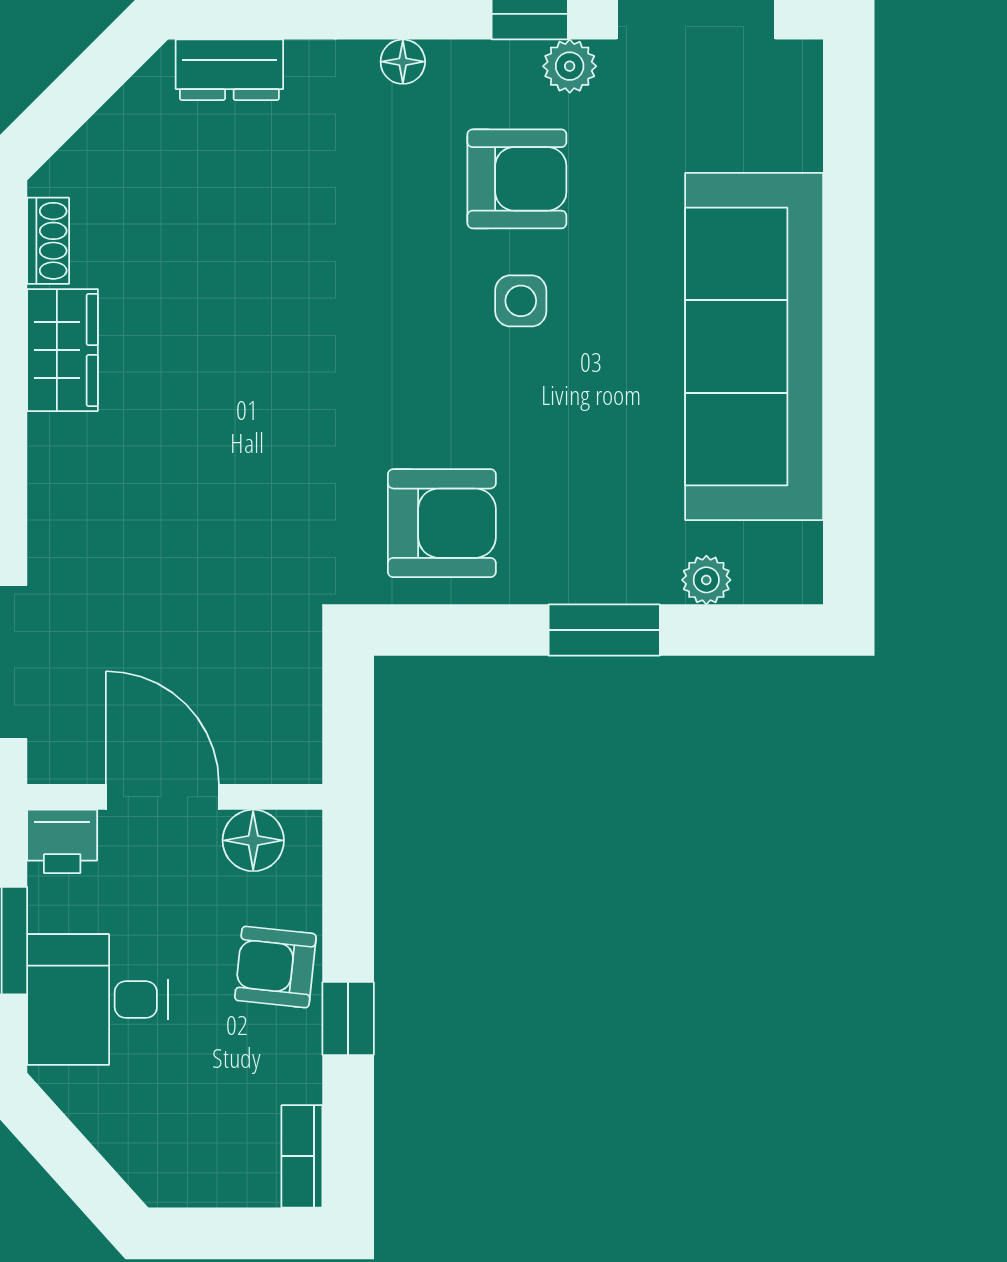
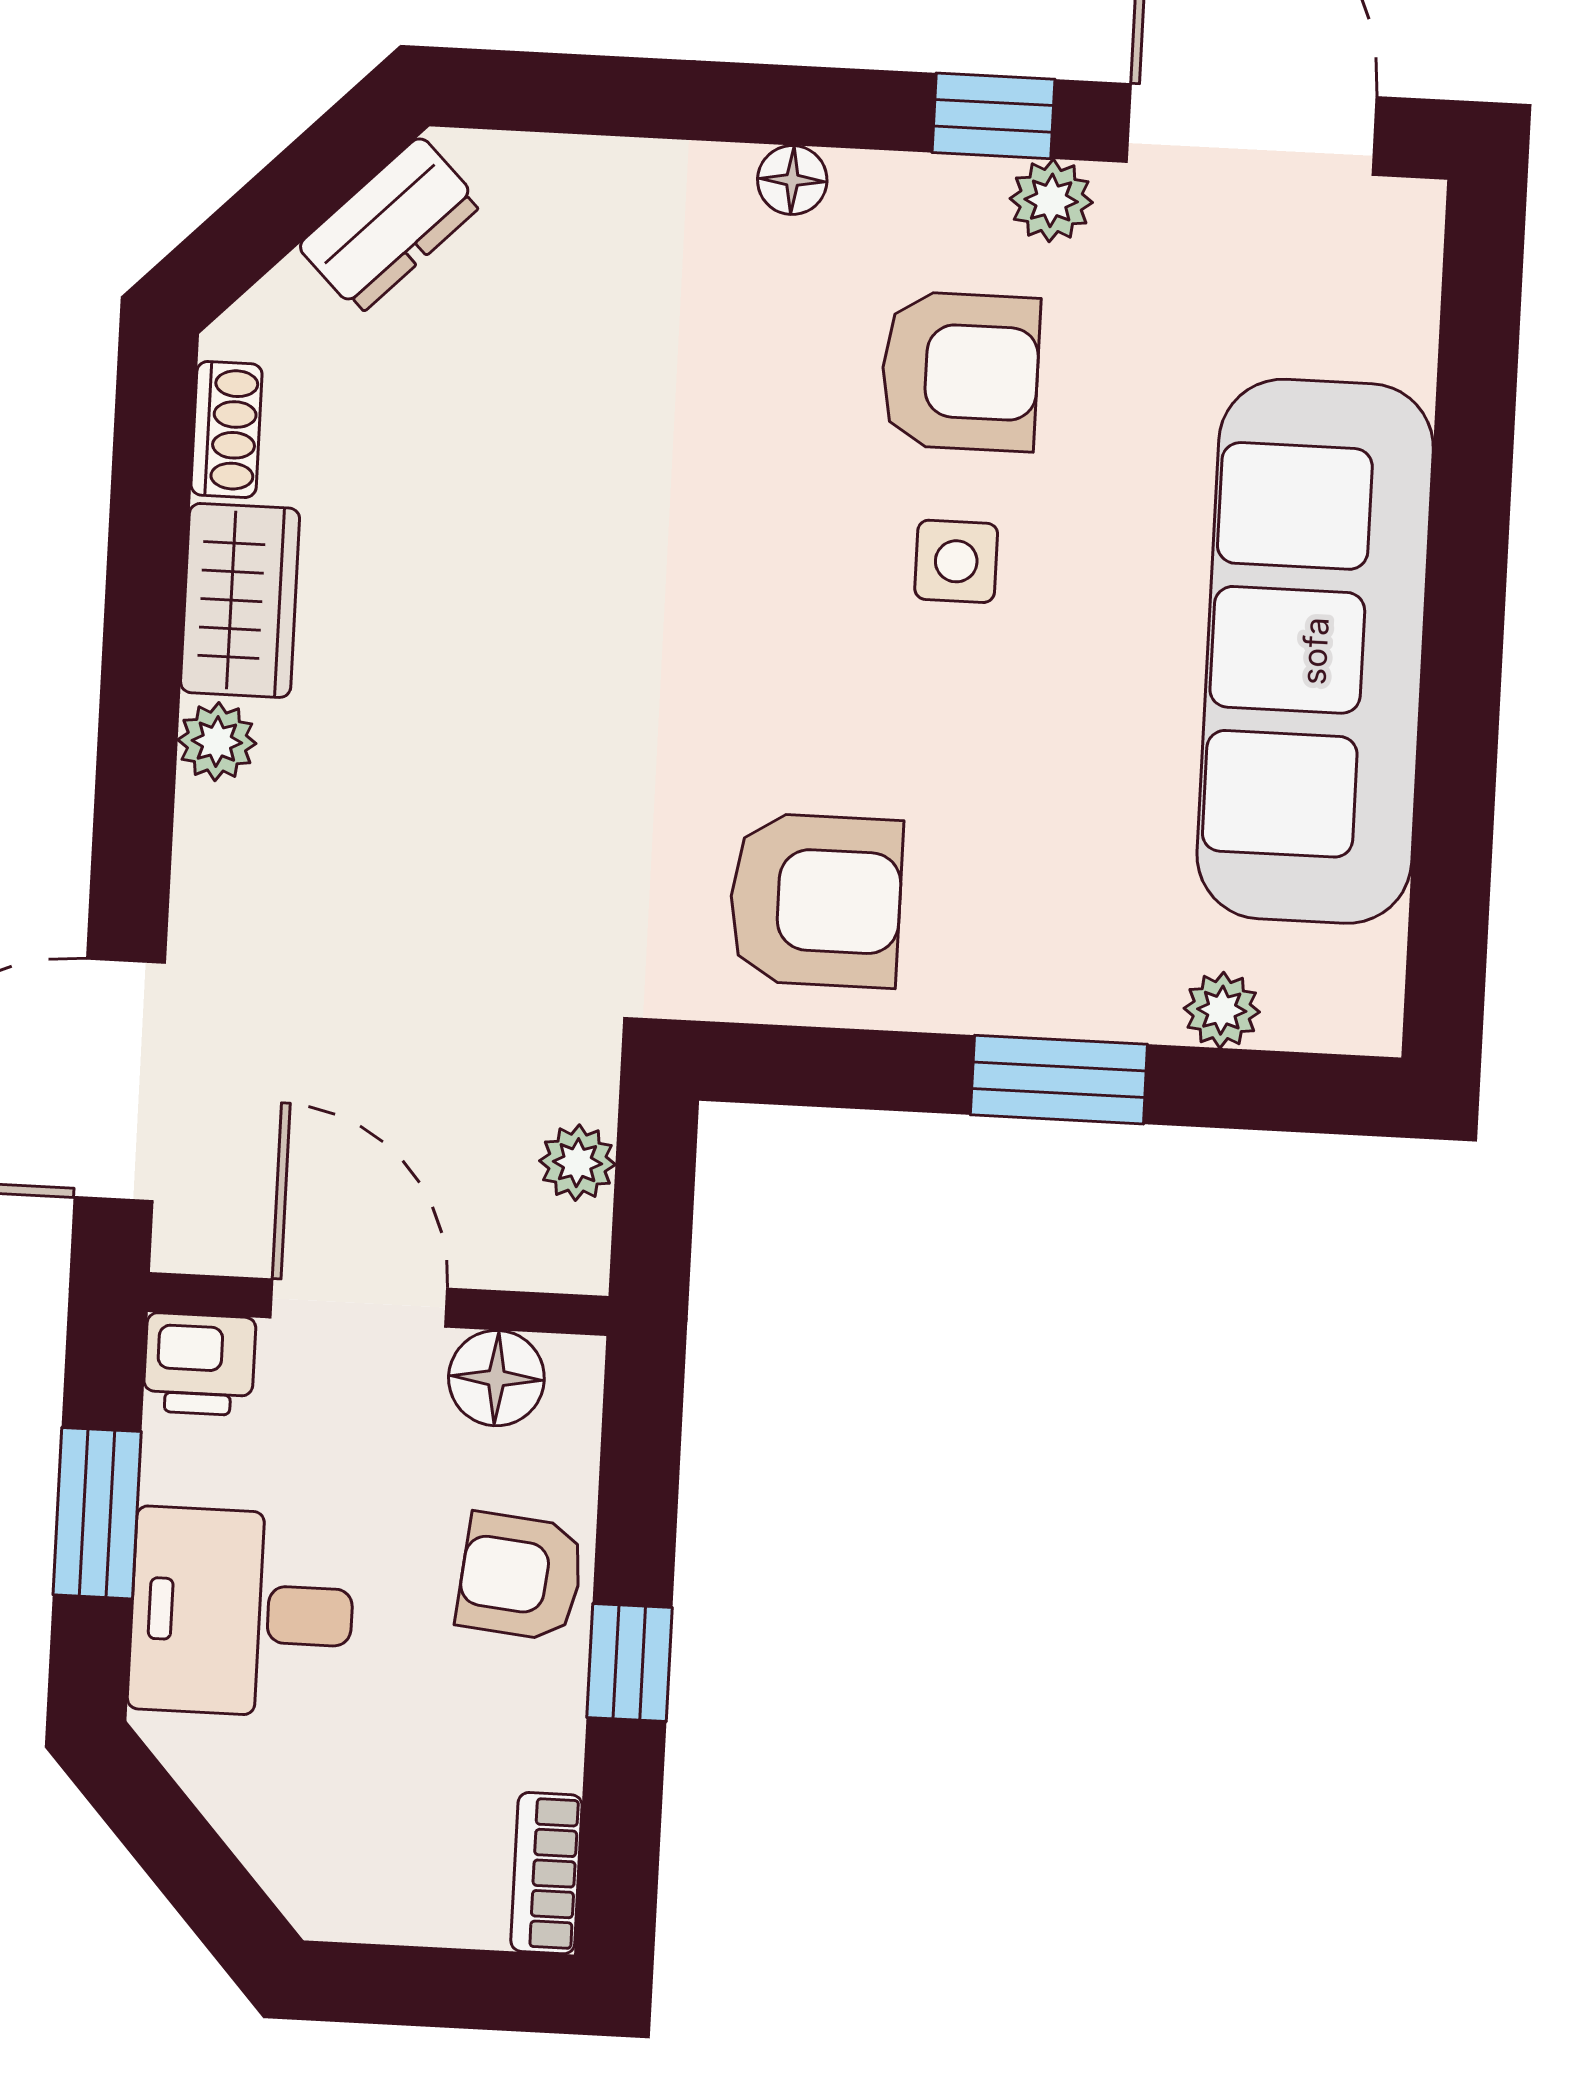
dresser: (229, 70) -> (390, 225), moved, turned -45
plant: (52, 441) -> (217, 742), added
plant: (298, 699) -> (577, 1163), added

